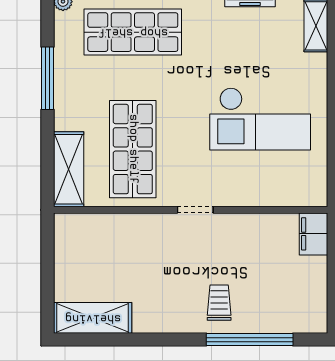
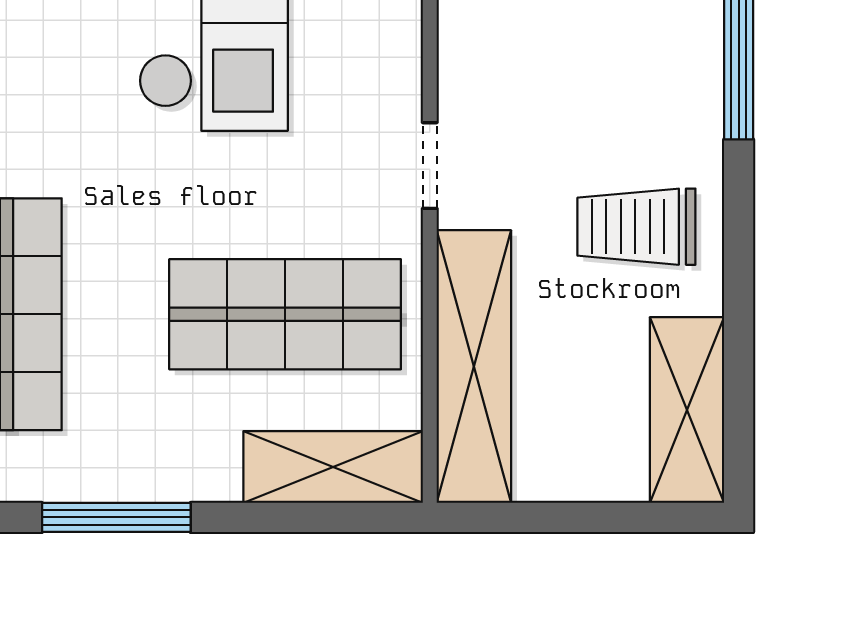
shelving: (111, 228) -> (474, 367), added
trolley: (219, 303) -> (636, 227), moved, width x1.36, depth x1.39

